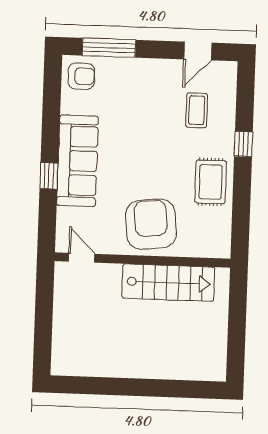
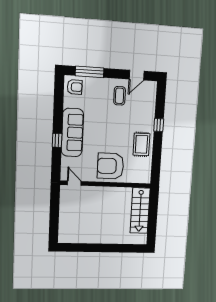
coffee table: (197, 110) -> (120, 96), moved
armchair: (151, 224) -> (110, 166), turned -84
stairs: (168, 283) -> (140, 211), moved, turned 90

